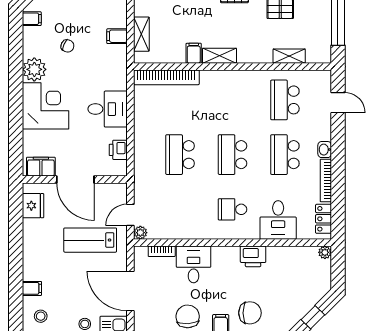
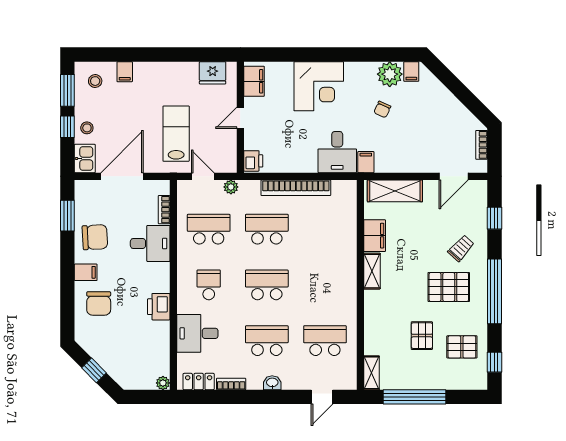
shelving: (141, 34) -> (395, 191), width x1.50, depth x1.33
filing cabinet: (117, 36) -> (366, 162), moved
filing cabinet: (194, 53) -> (375, 236), width x2.00
shelving: (289, 56) -> (372, 373), moved
plant: (34, 69) -> (390, 74), moved
bookcase: (166, 77) -> (296, 188), moved, turned -90
desk: (108, 109) -> (337, 152), moved
printer: (118, 150) -> (253, 161), moved, turned 90
door: (75, 180) -> (240, 118), width x0.53
bookcase: (326, 181) -> (231, 384), width x0.64
school desk: (180, 209) -> (209, 229), added
plant: (140, 233) -> (231, 187), moved

